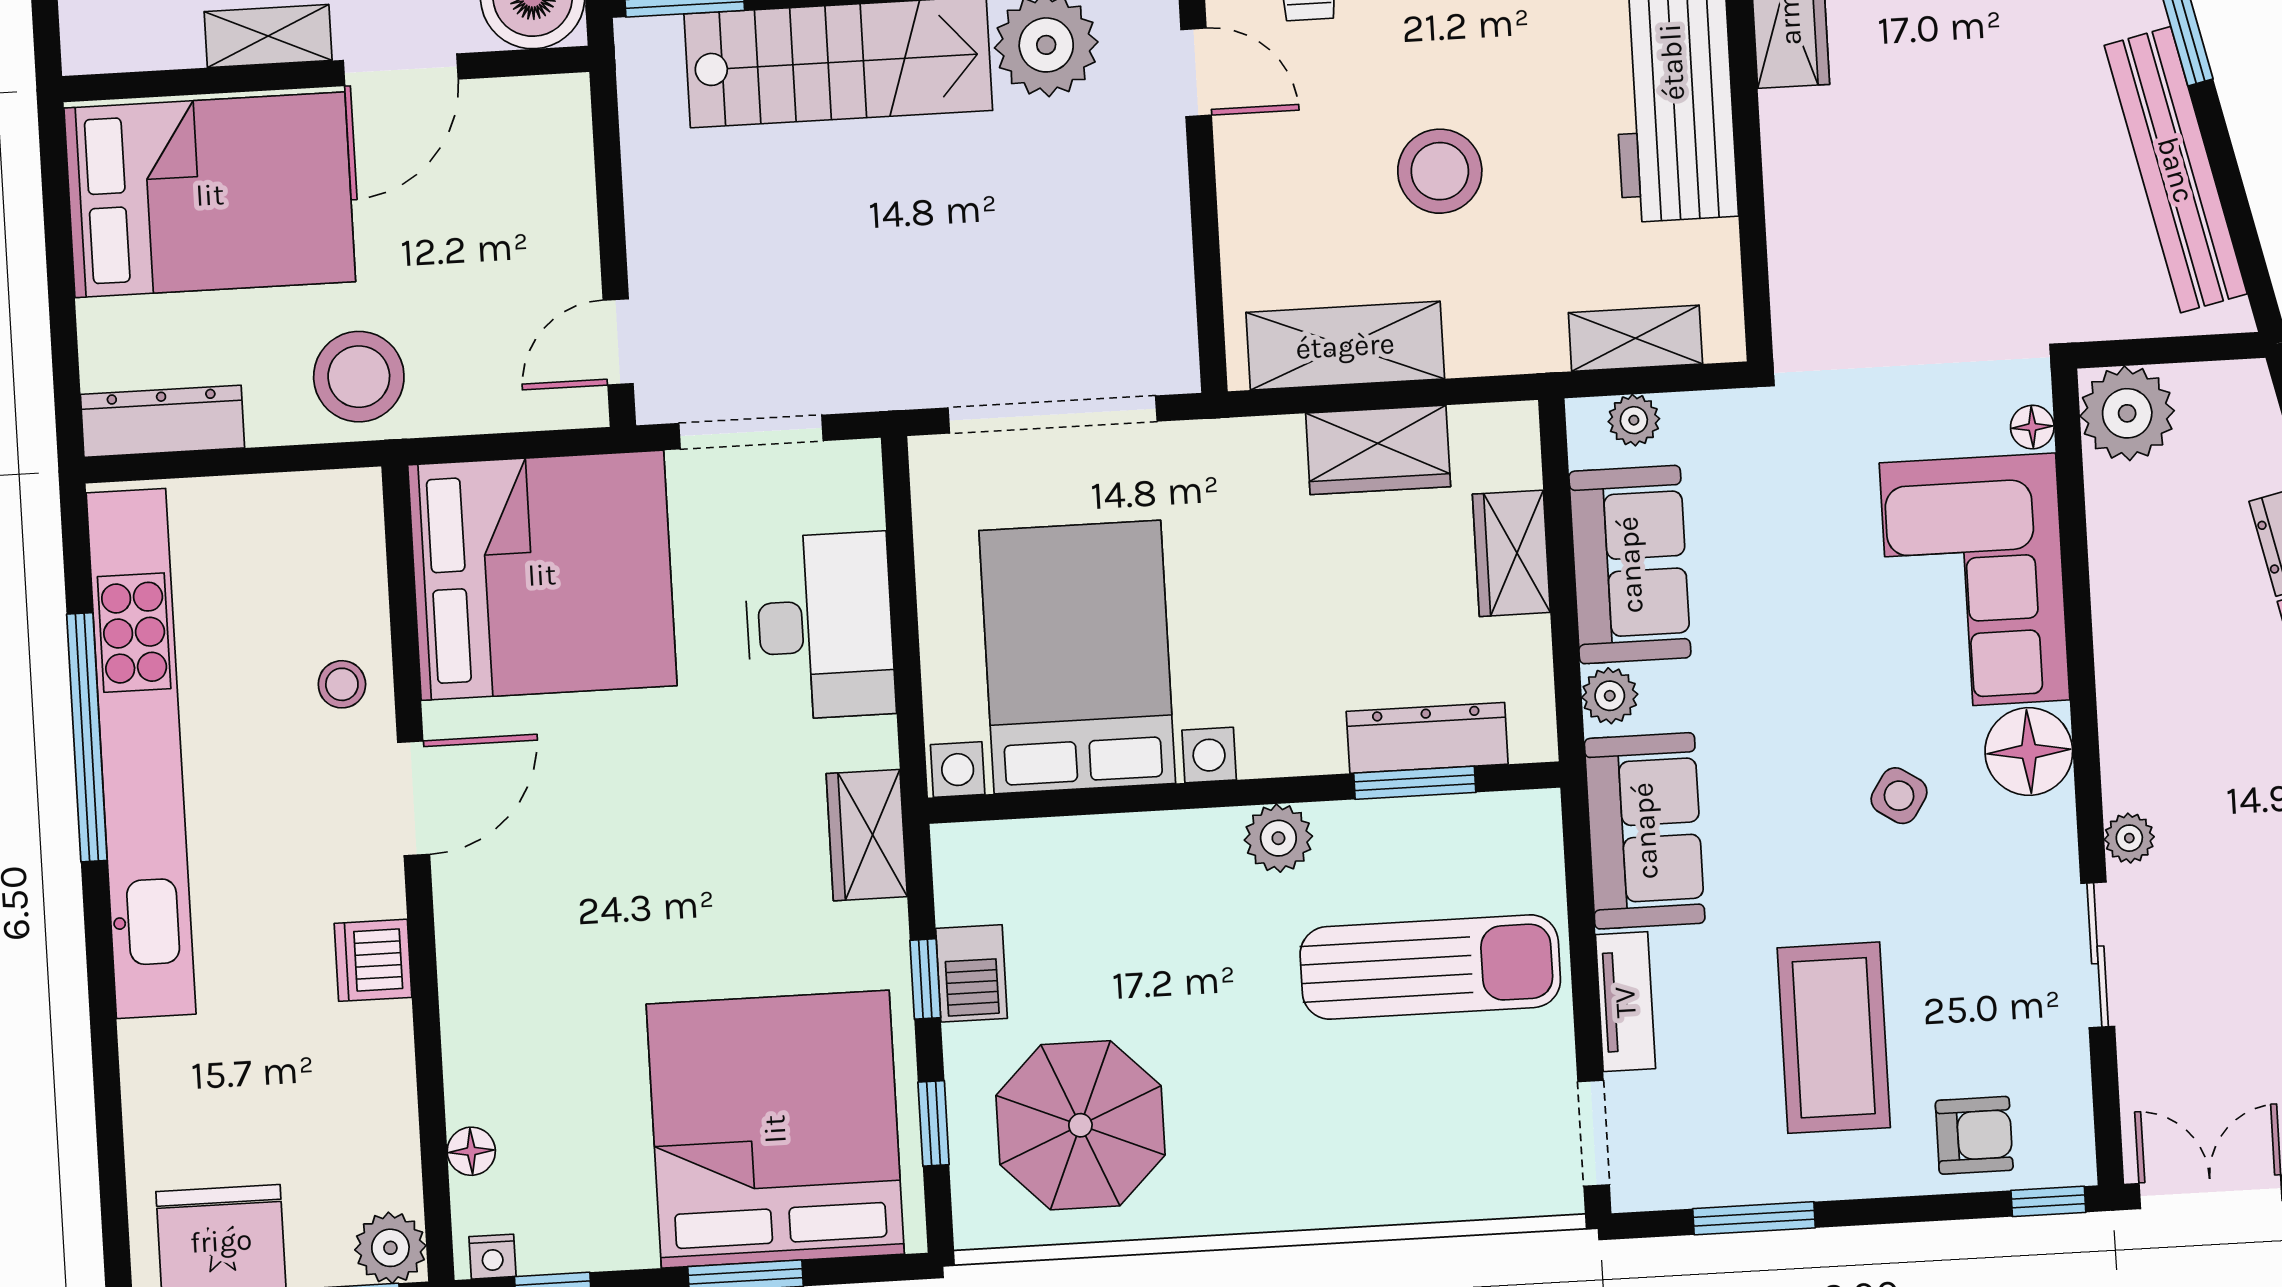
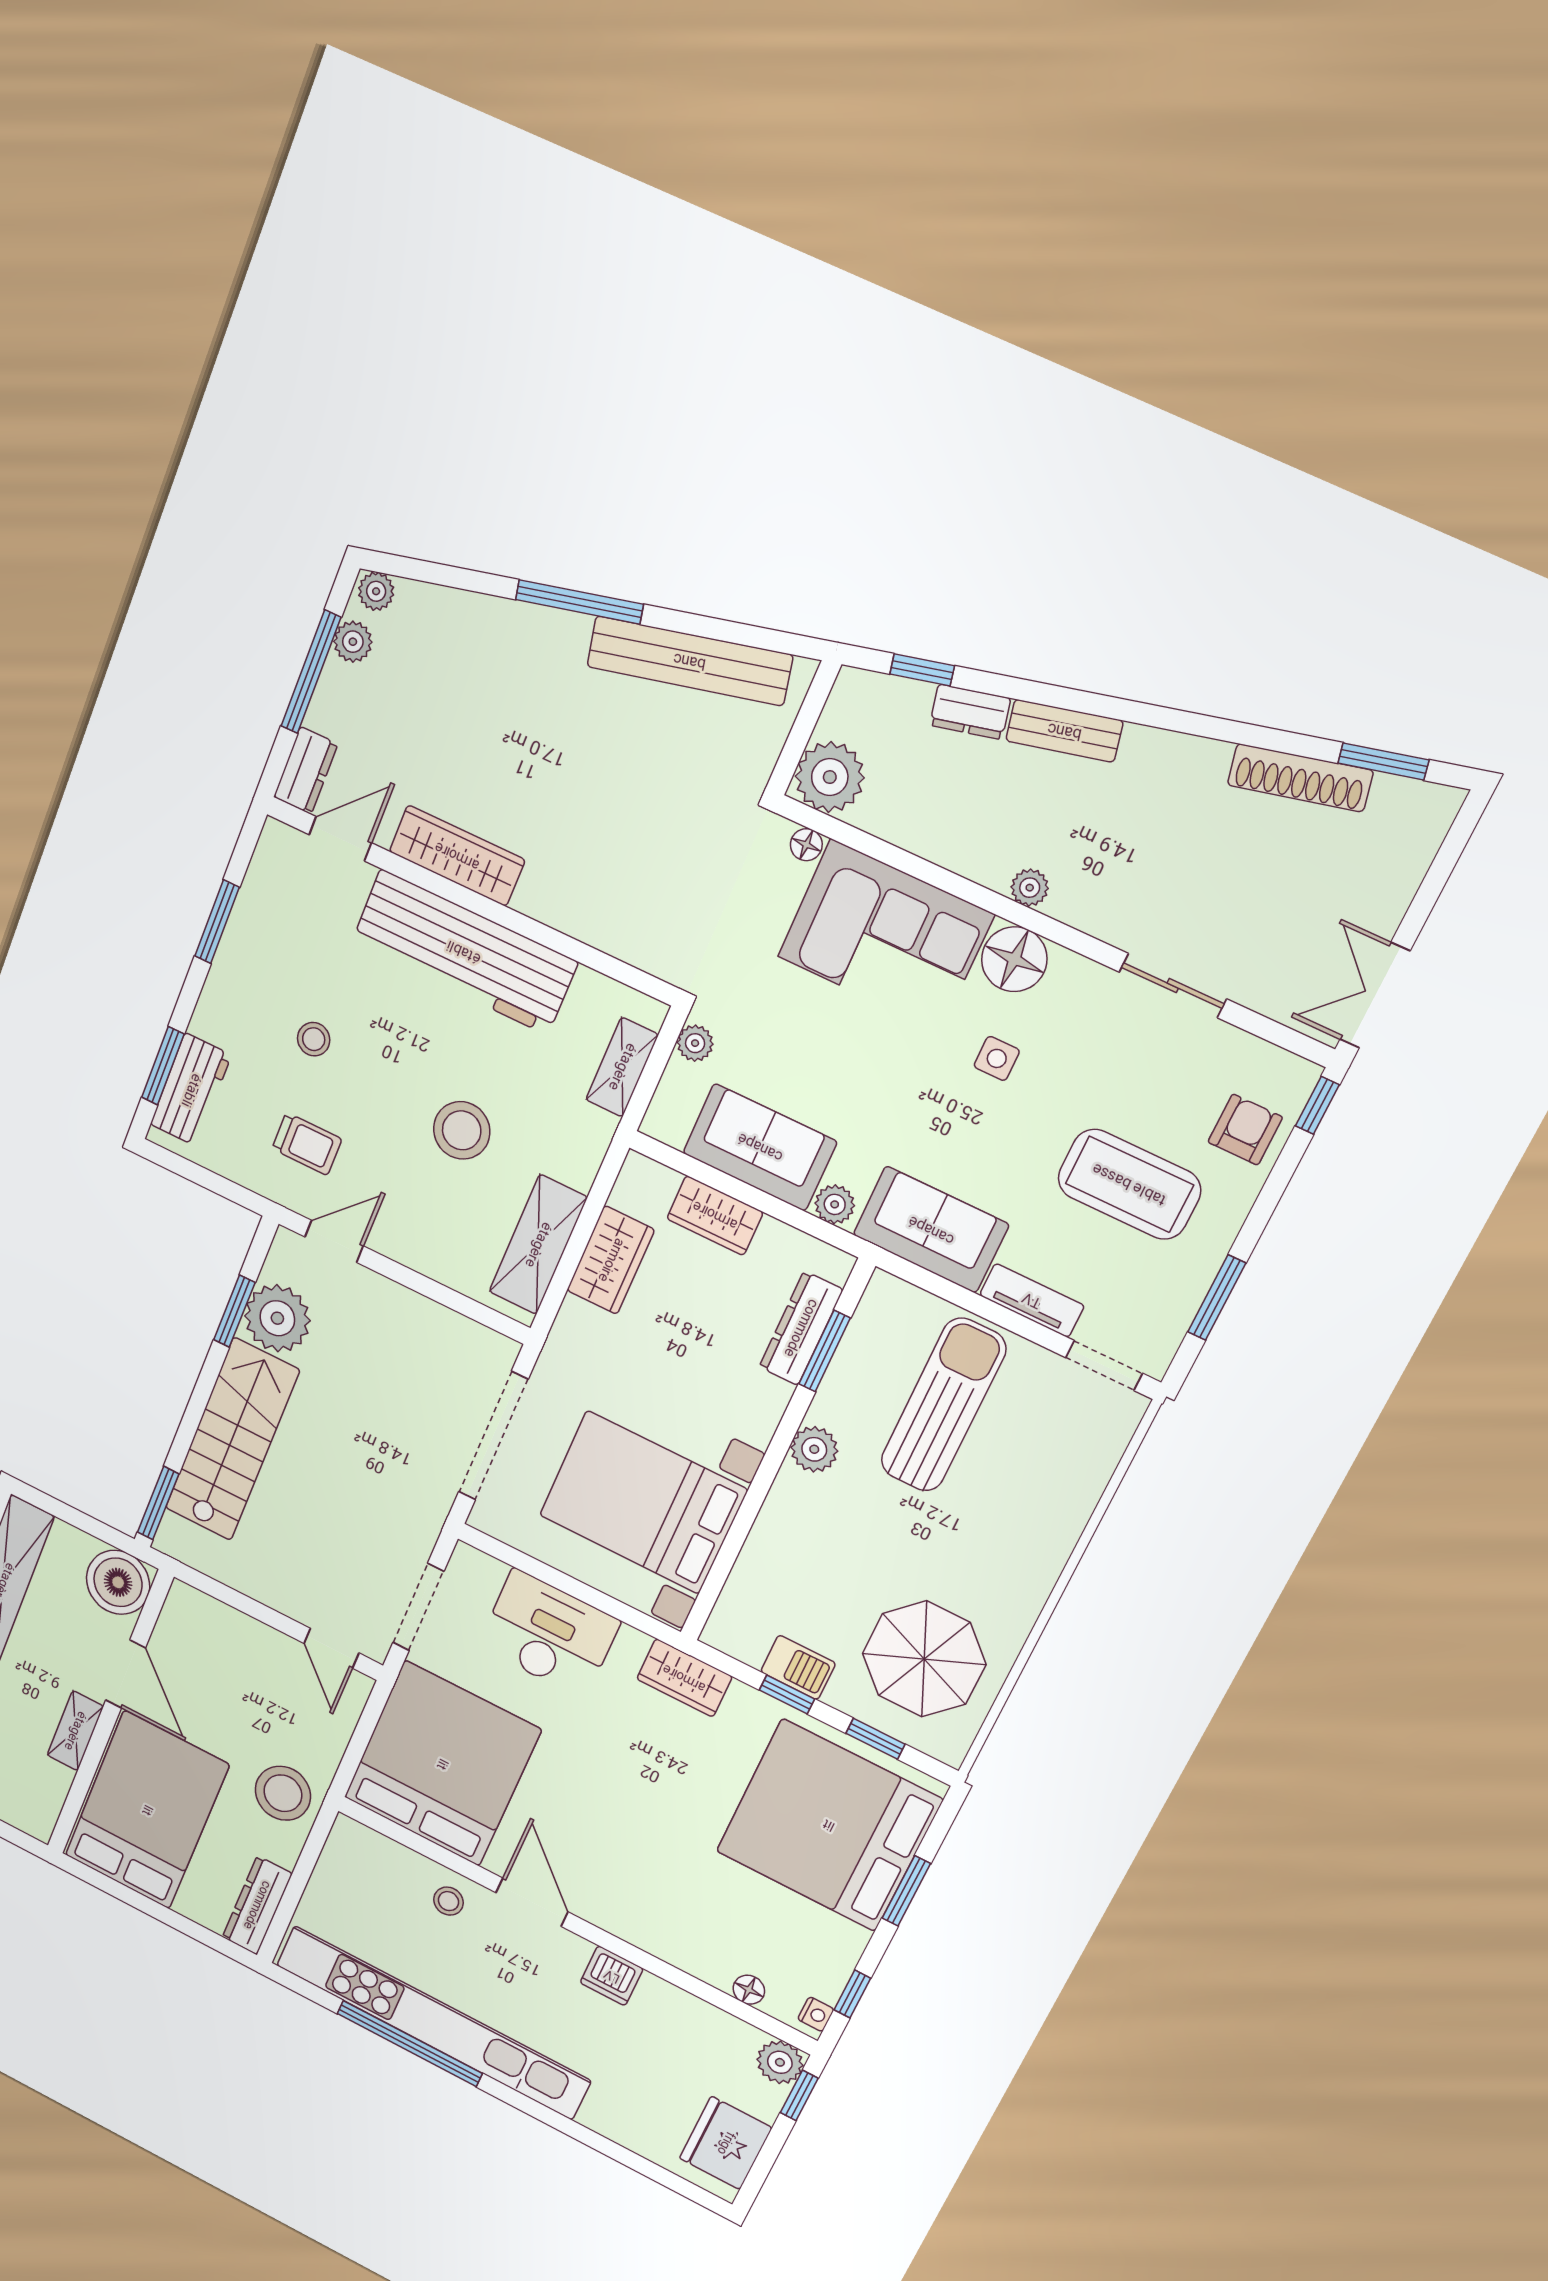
plant: (1634, 420) -> (695, 1043), moved
side table: (1899, 796) -> (997, 1058), turned -33
plant: (2129, 838) -> (1030, 888), moved

